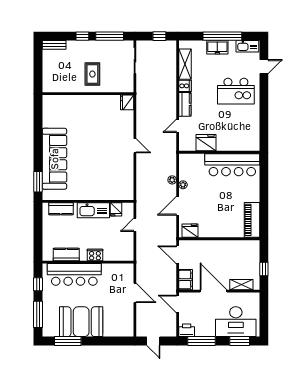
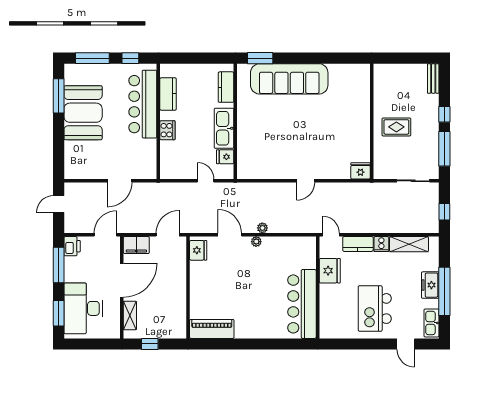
fridge: (206, 143) -> (330, 271), moved
wall: (219, 152) -> (318, 287), moved
bar counter: (232, 165) -> (302, 304), moved

